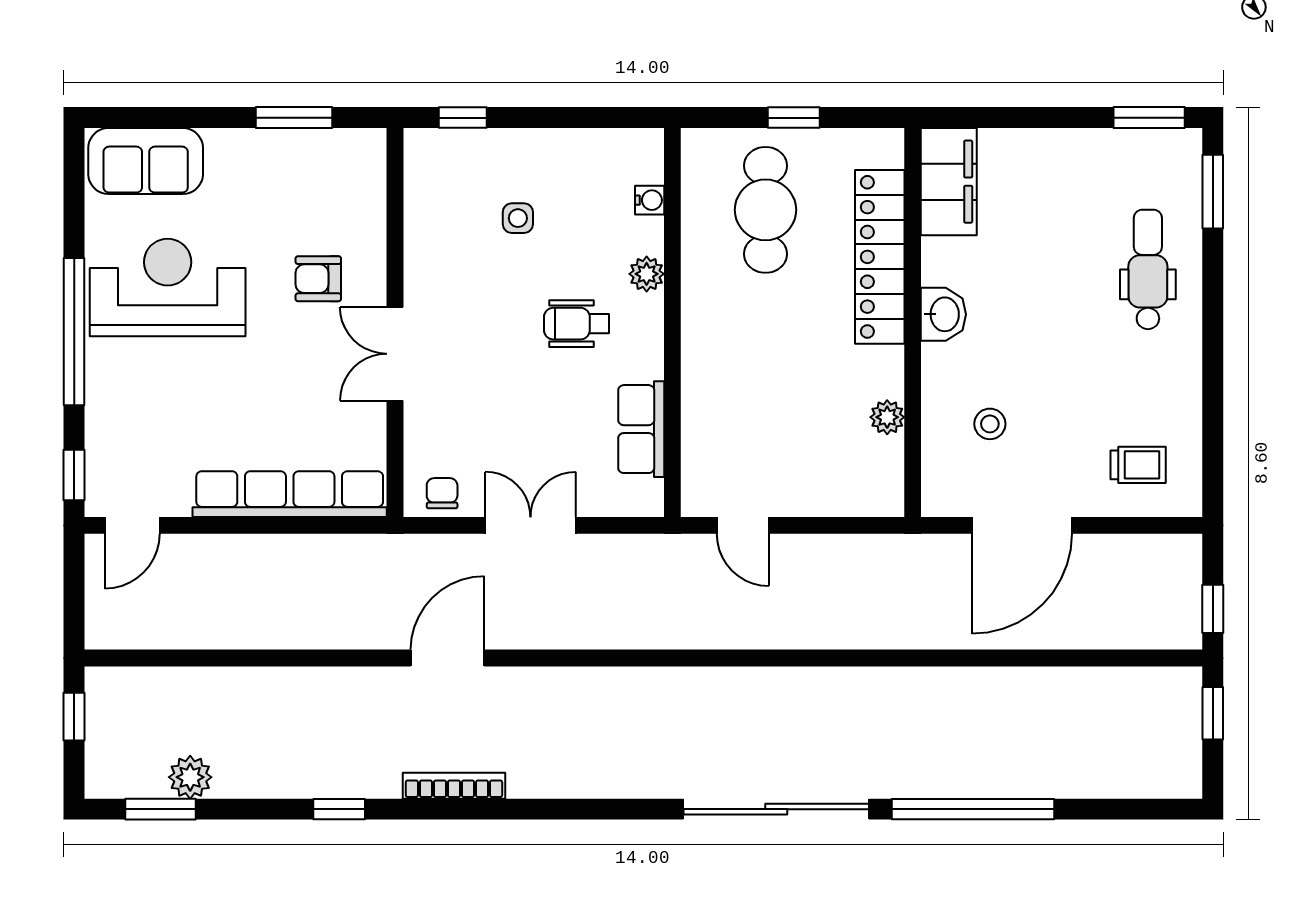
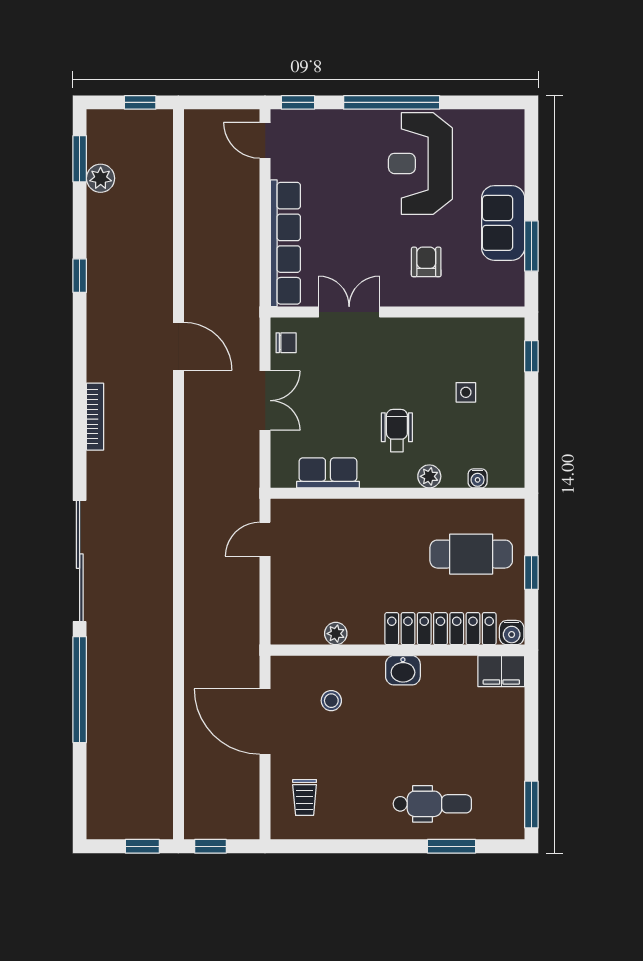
water cooler: (886, 148) -> (512, 633), added
sofa: (146, 161) -> (503, 223), moved
filing cabinet: (949, 182) -> (501, 671), width x0.67, depth x0.86
window: (1213, 192) -> (452, 846), moved
reception desk: (168, 288) -> (420, 163), turned 180
double door: (395, 354) -> (349, 312), moved
bookcase: (454, 786) -> (95, 417), moved

